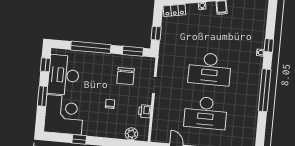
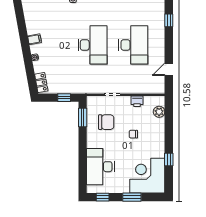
window: (91, 47) -> (83, 157), removed
desk: (64, 75) -> (100, 167), moved, turned 90

